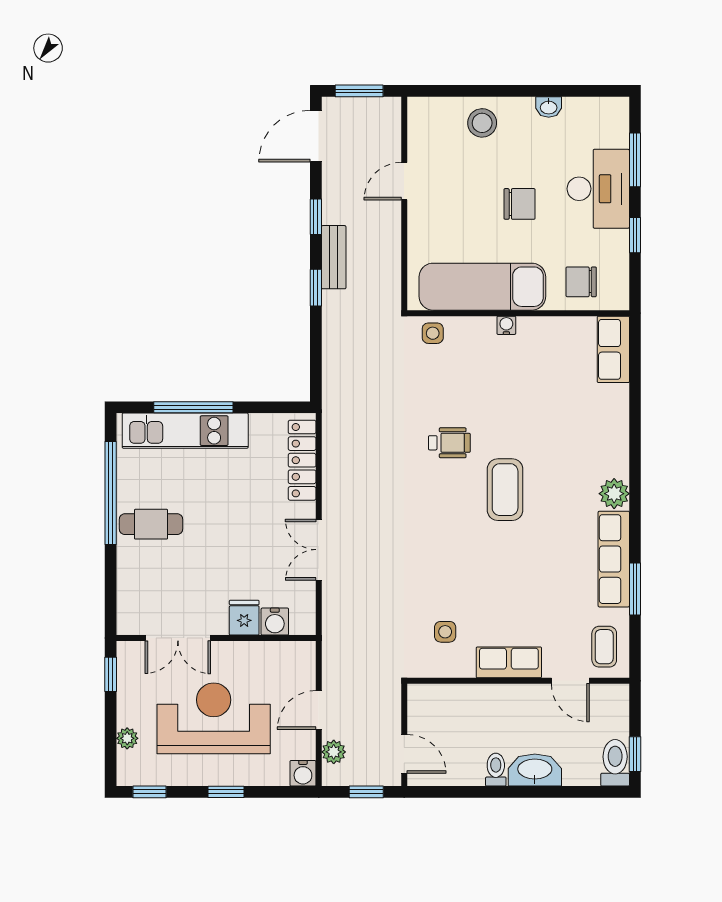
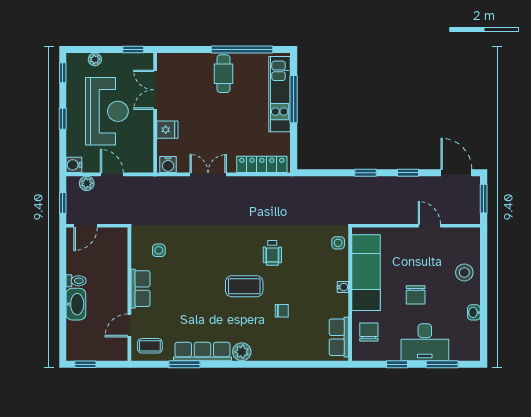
bench: (334, 257) -> (384, 183), removed
row of seats: (613, 349) -> (339, 337), moved, turned -90
chair: (546, 427) -> (282, 311), added
water cooler: (275, 622) -> (168, 164), moved, turned -90
toilet: (615, 763) -> (80, 352), removed

